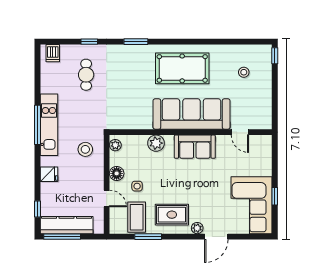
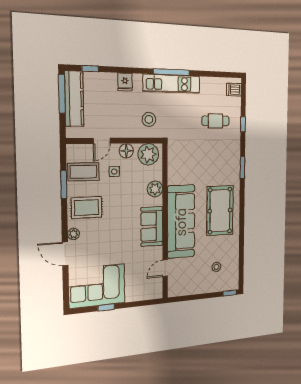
plant: (115, 145) -> (148, 154), width x1.88, depth x1.88
rug: (172, 215) -> (87, 208), turned 90

